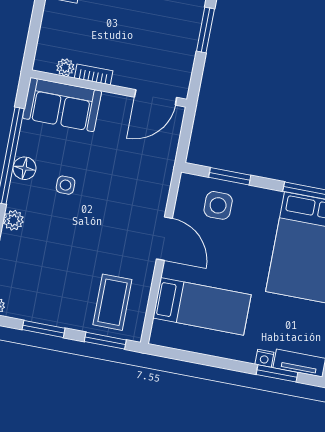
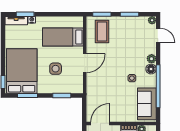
sofa: (62, 105) -> (147, 104), moved, turned -90
floor lamp: (24, 168) -> (151, 69), moved
side table: (218, 205) -> (56, 69), moved
door: (164, 239) -> (85, 63), swing flipped

